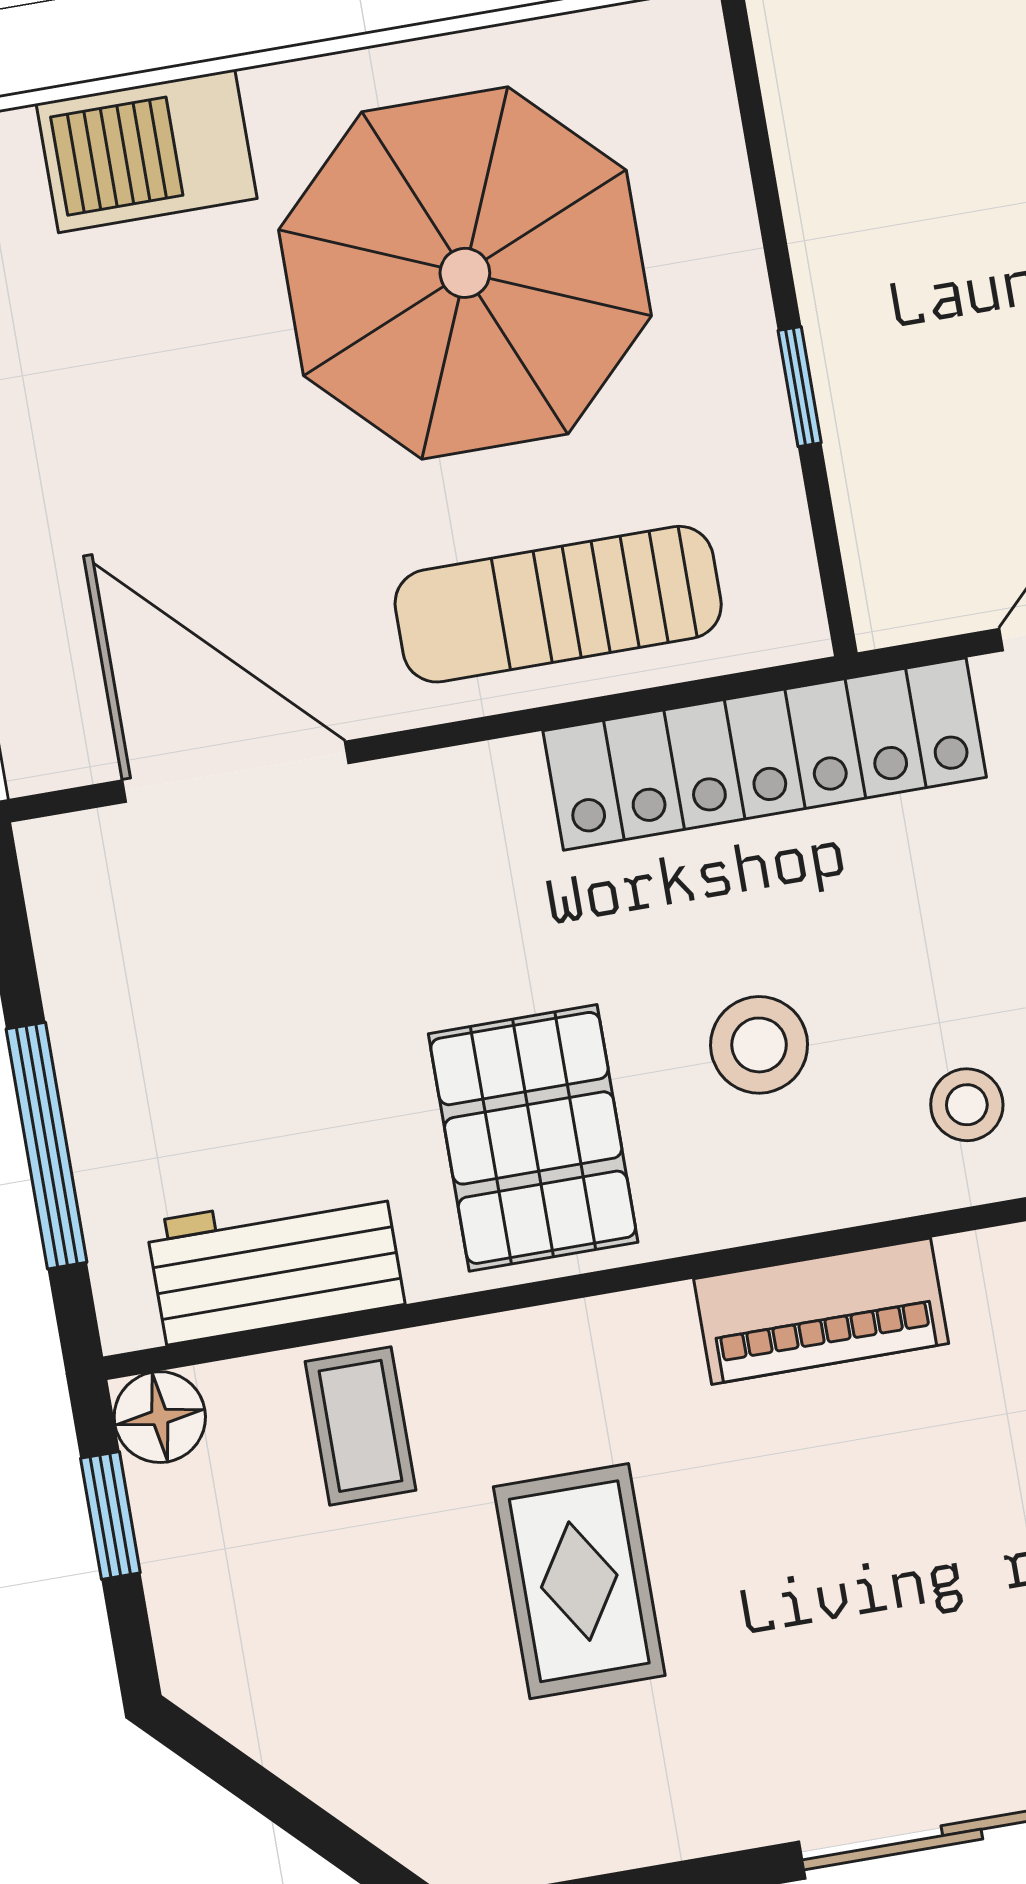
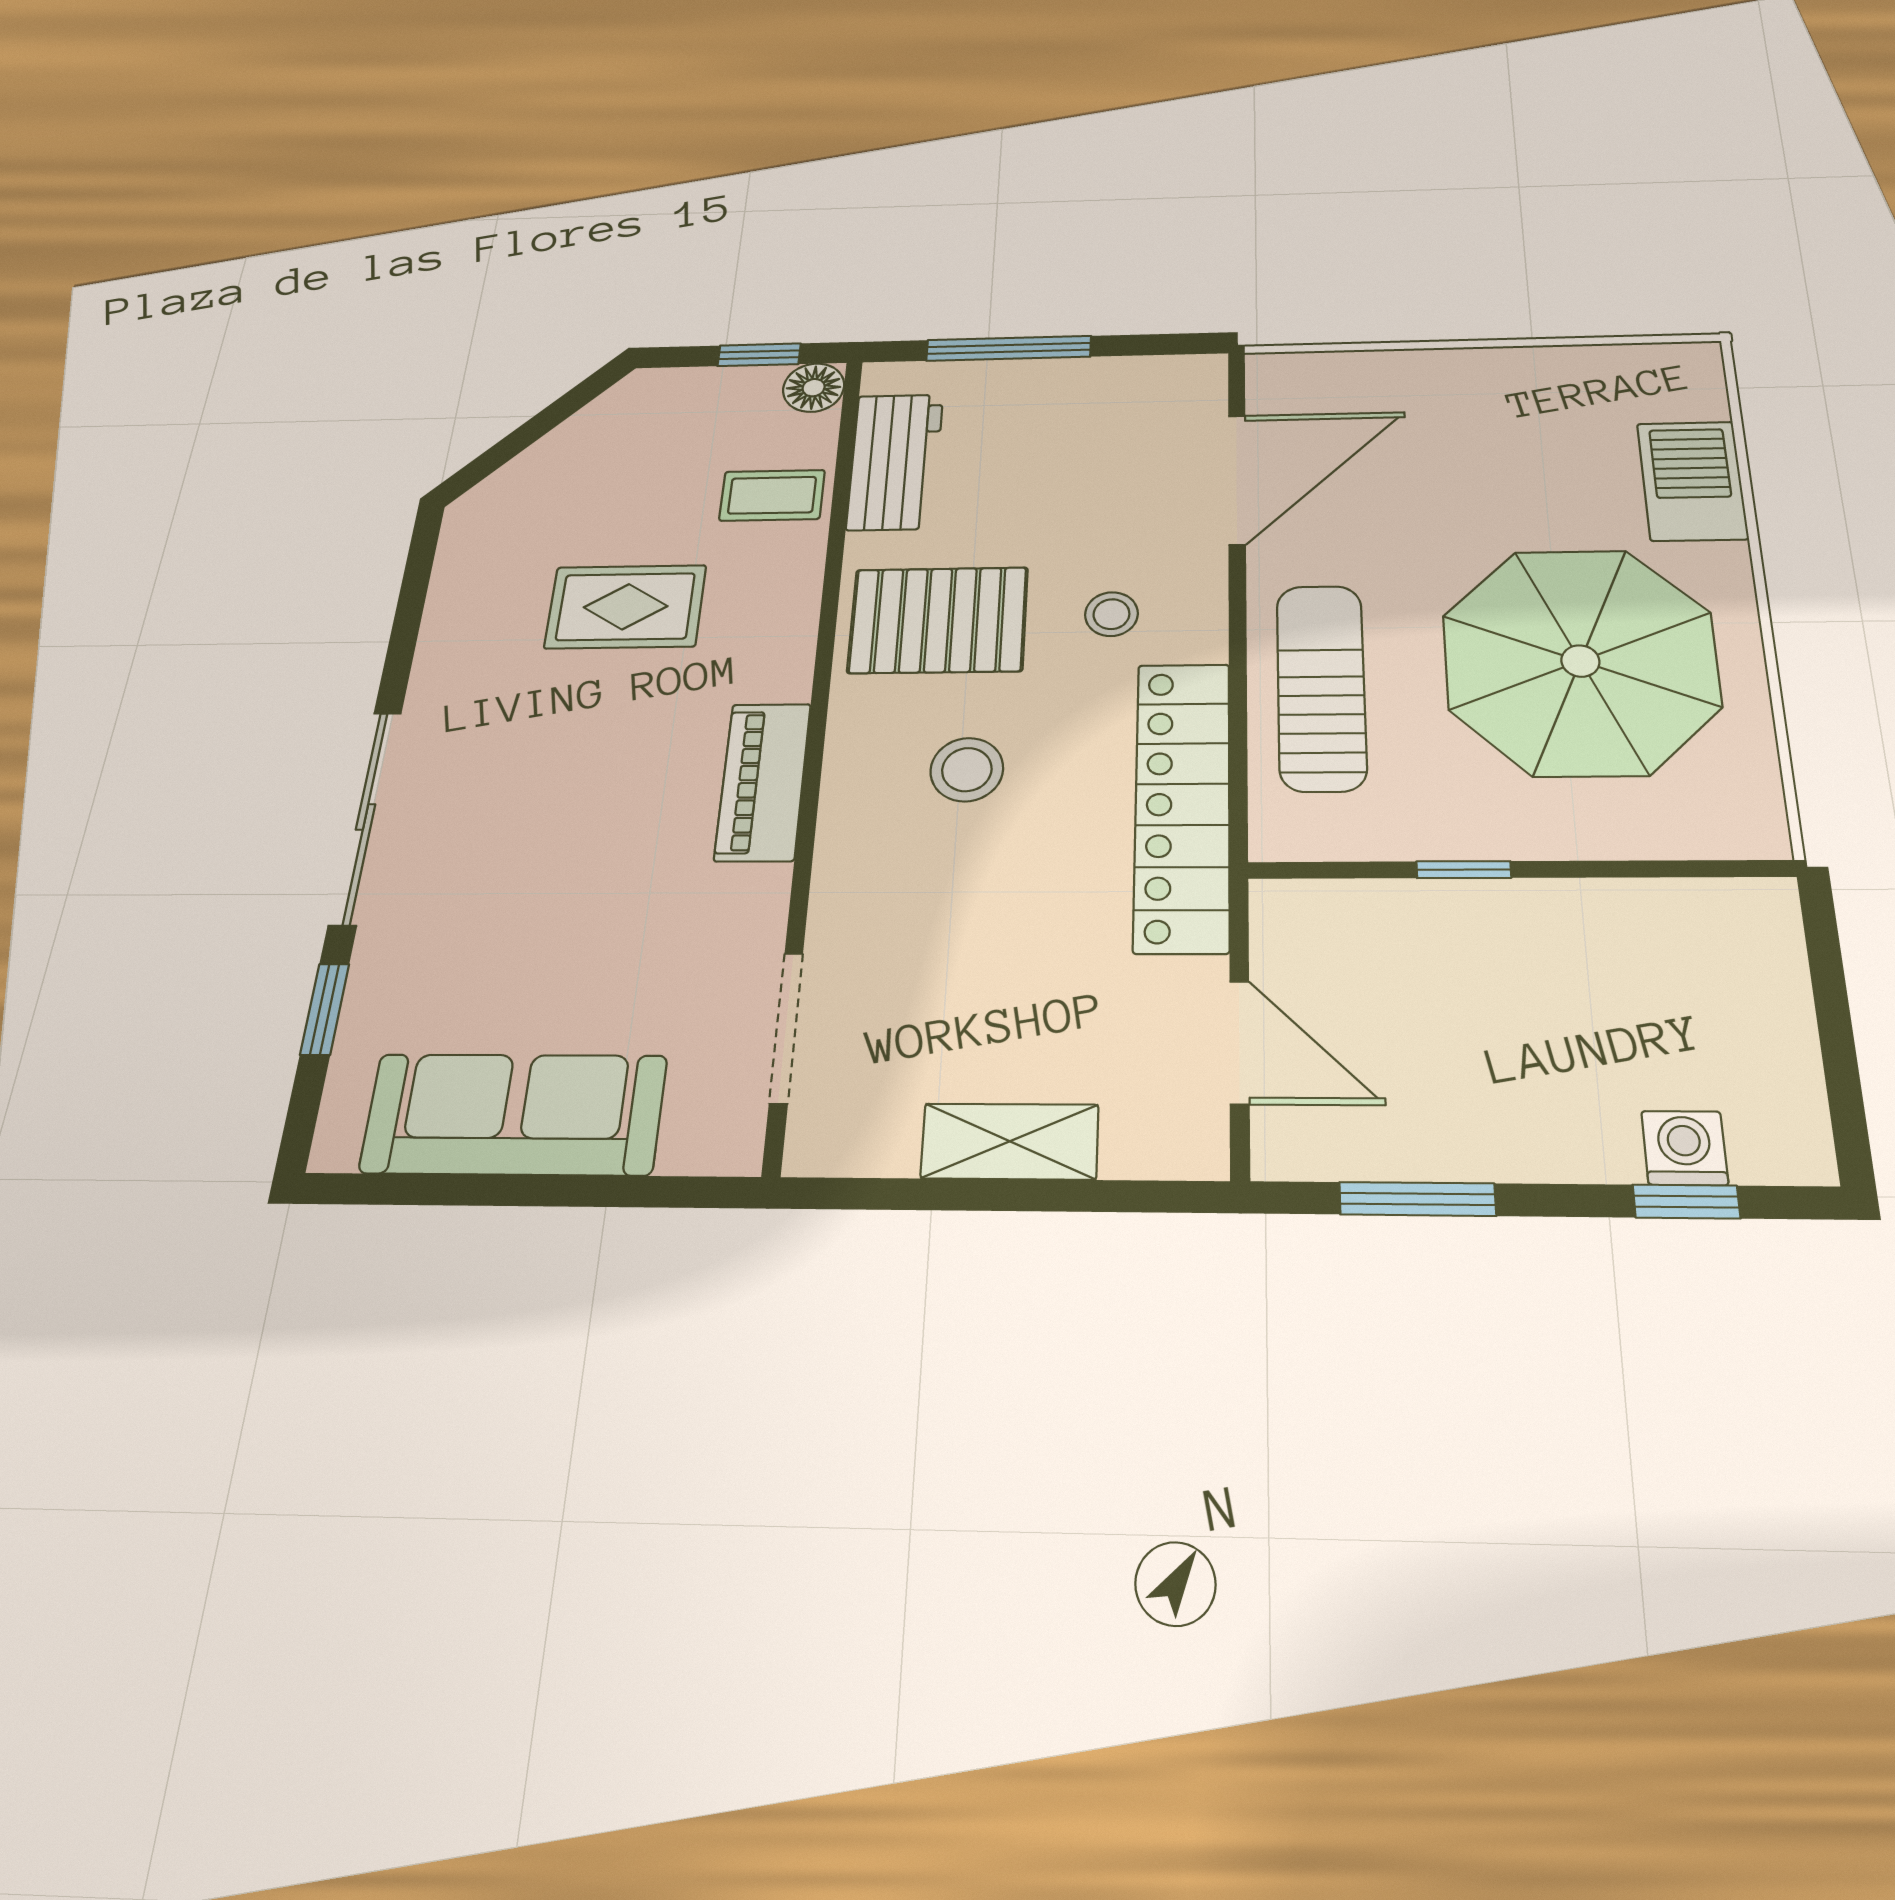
stool: (967, 1105) -> (1111, 614), moved

